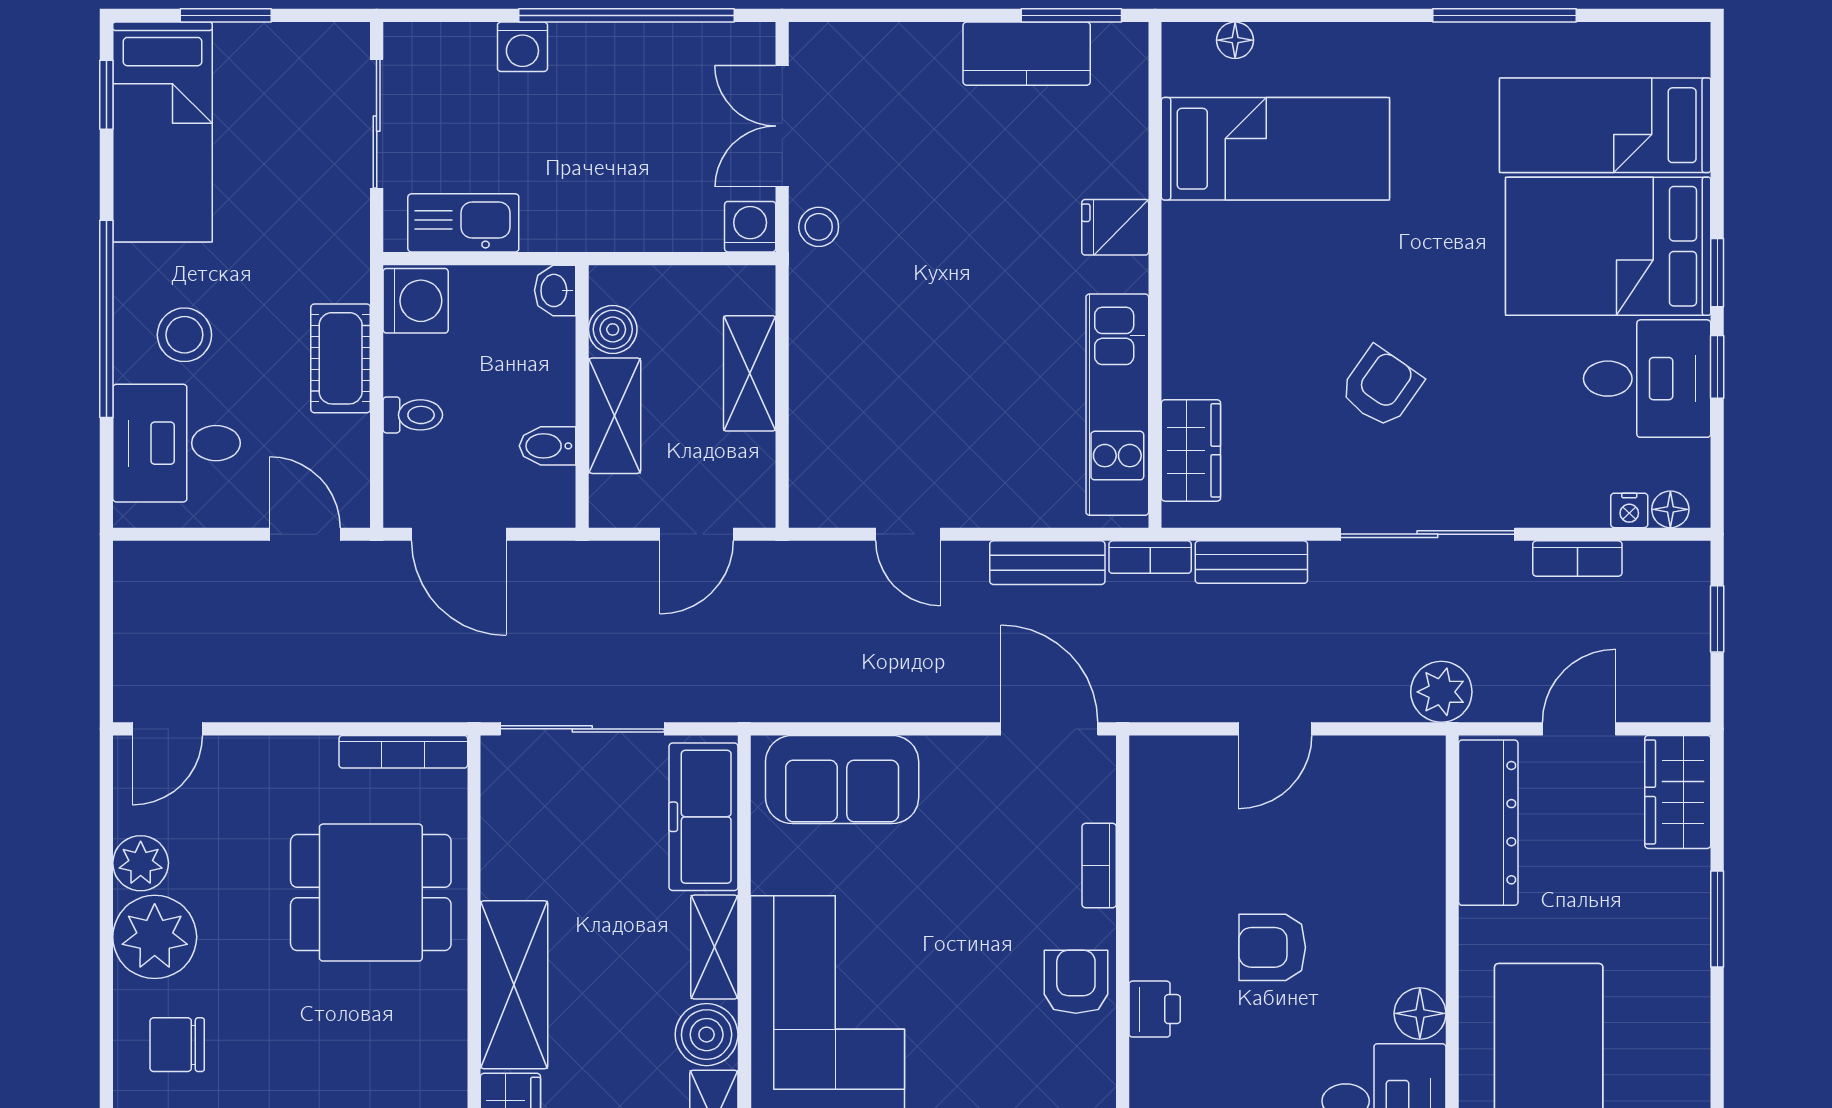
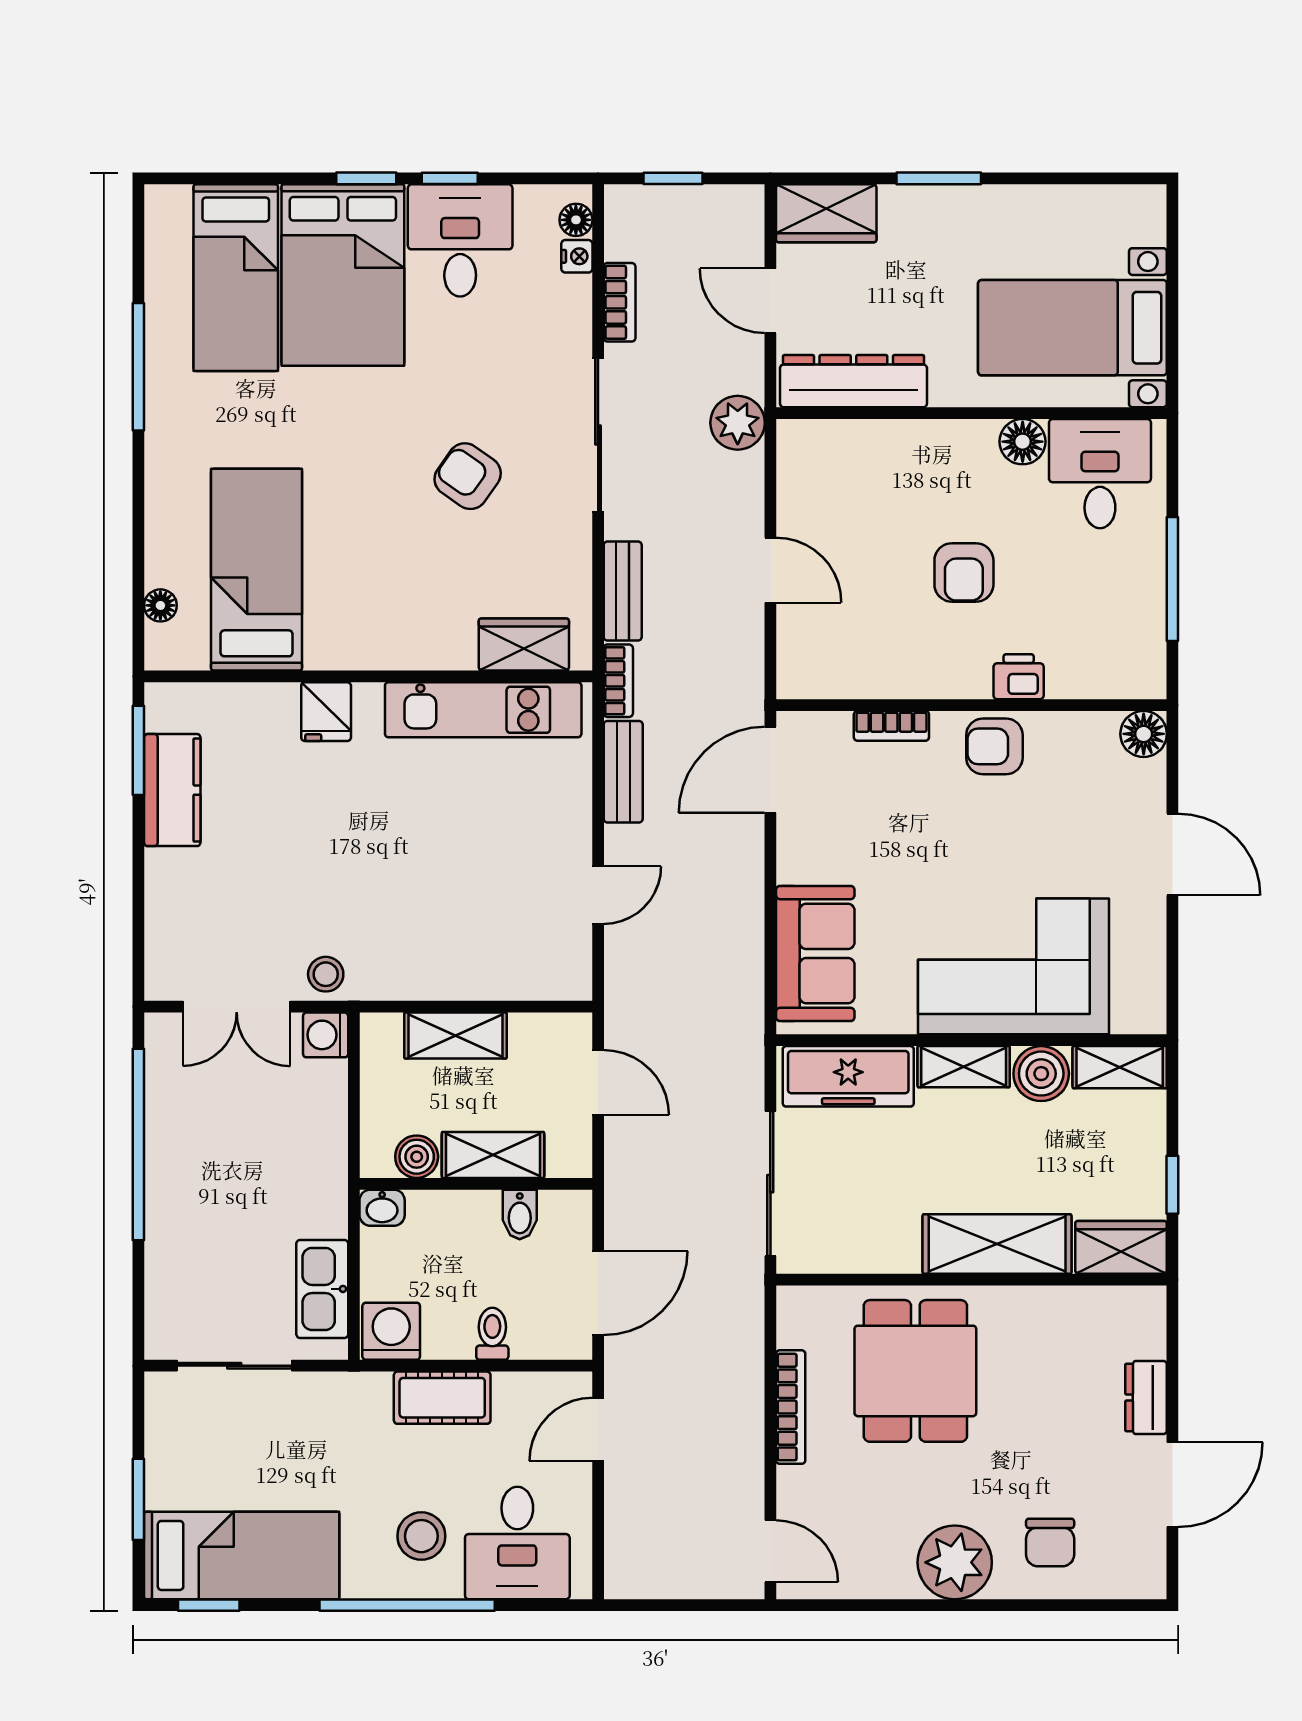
washing machine: (522, 47) -> (166, 1237), removed
bookcase: (403, 752) -> (791, 1407), moved
plant: (141, 863) -> (889, 1575), removed

